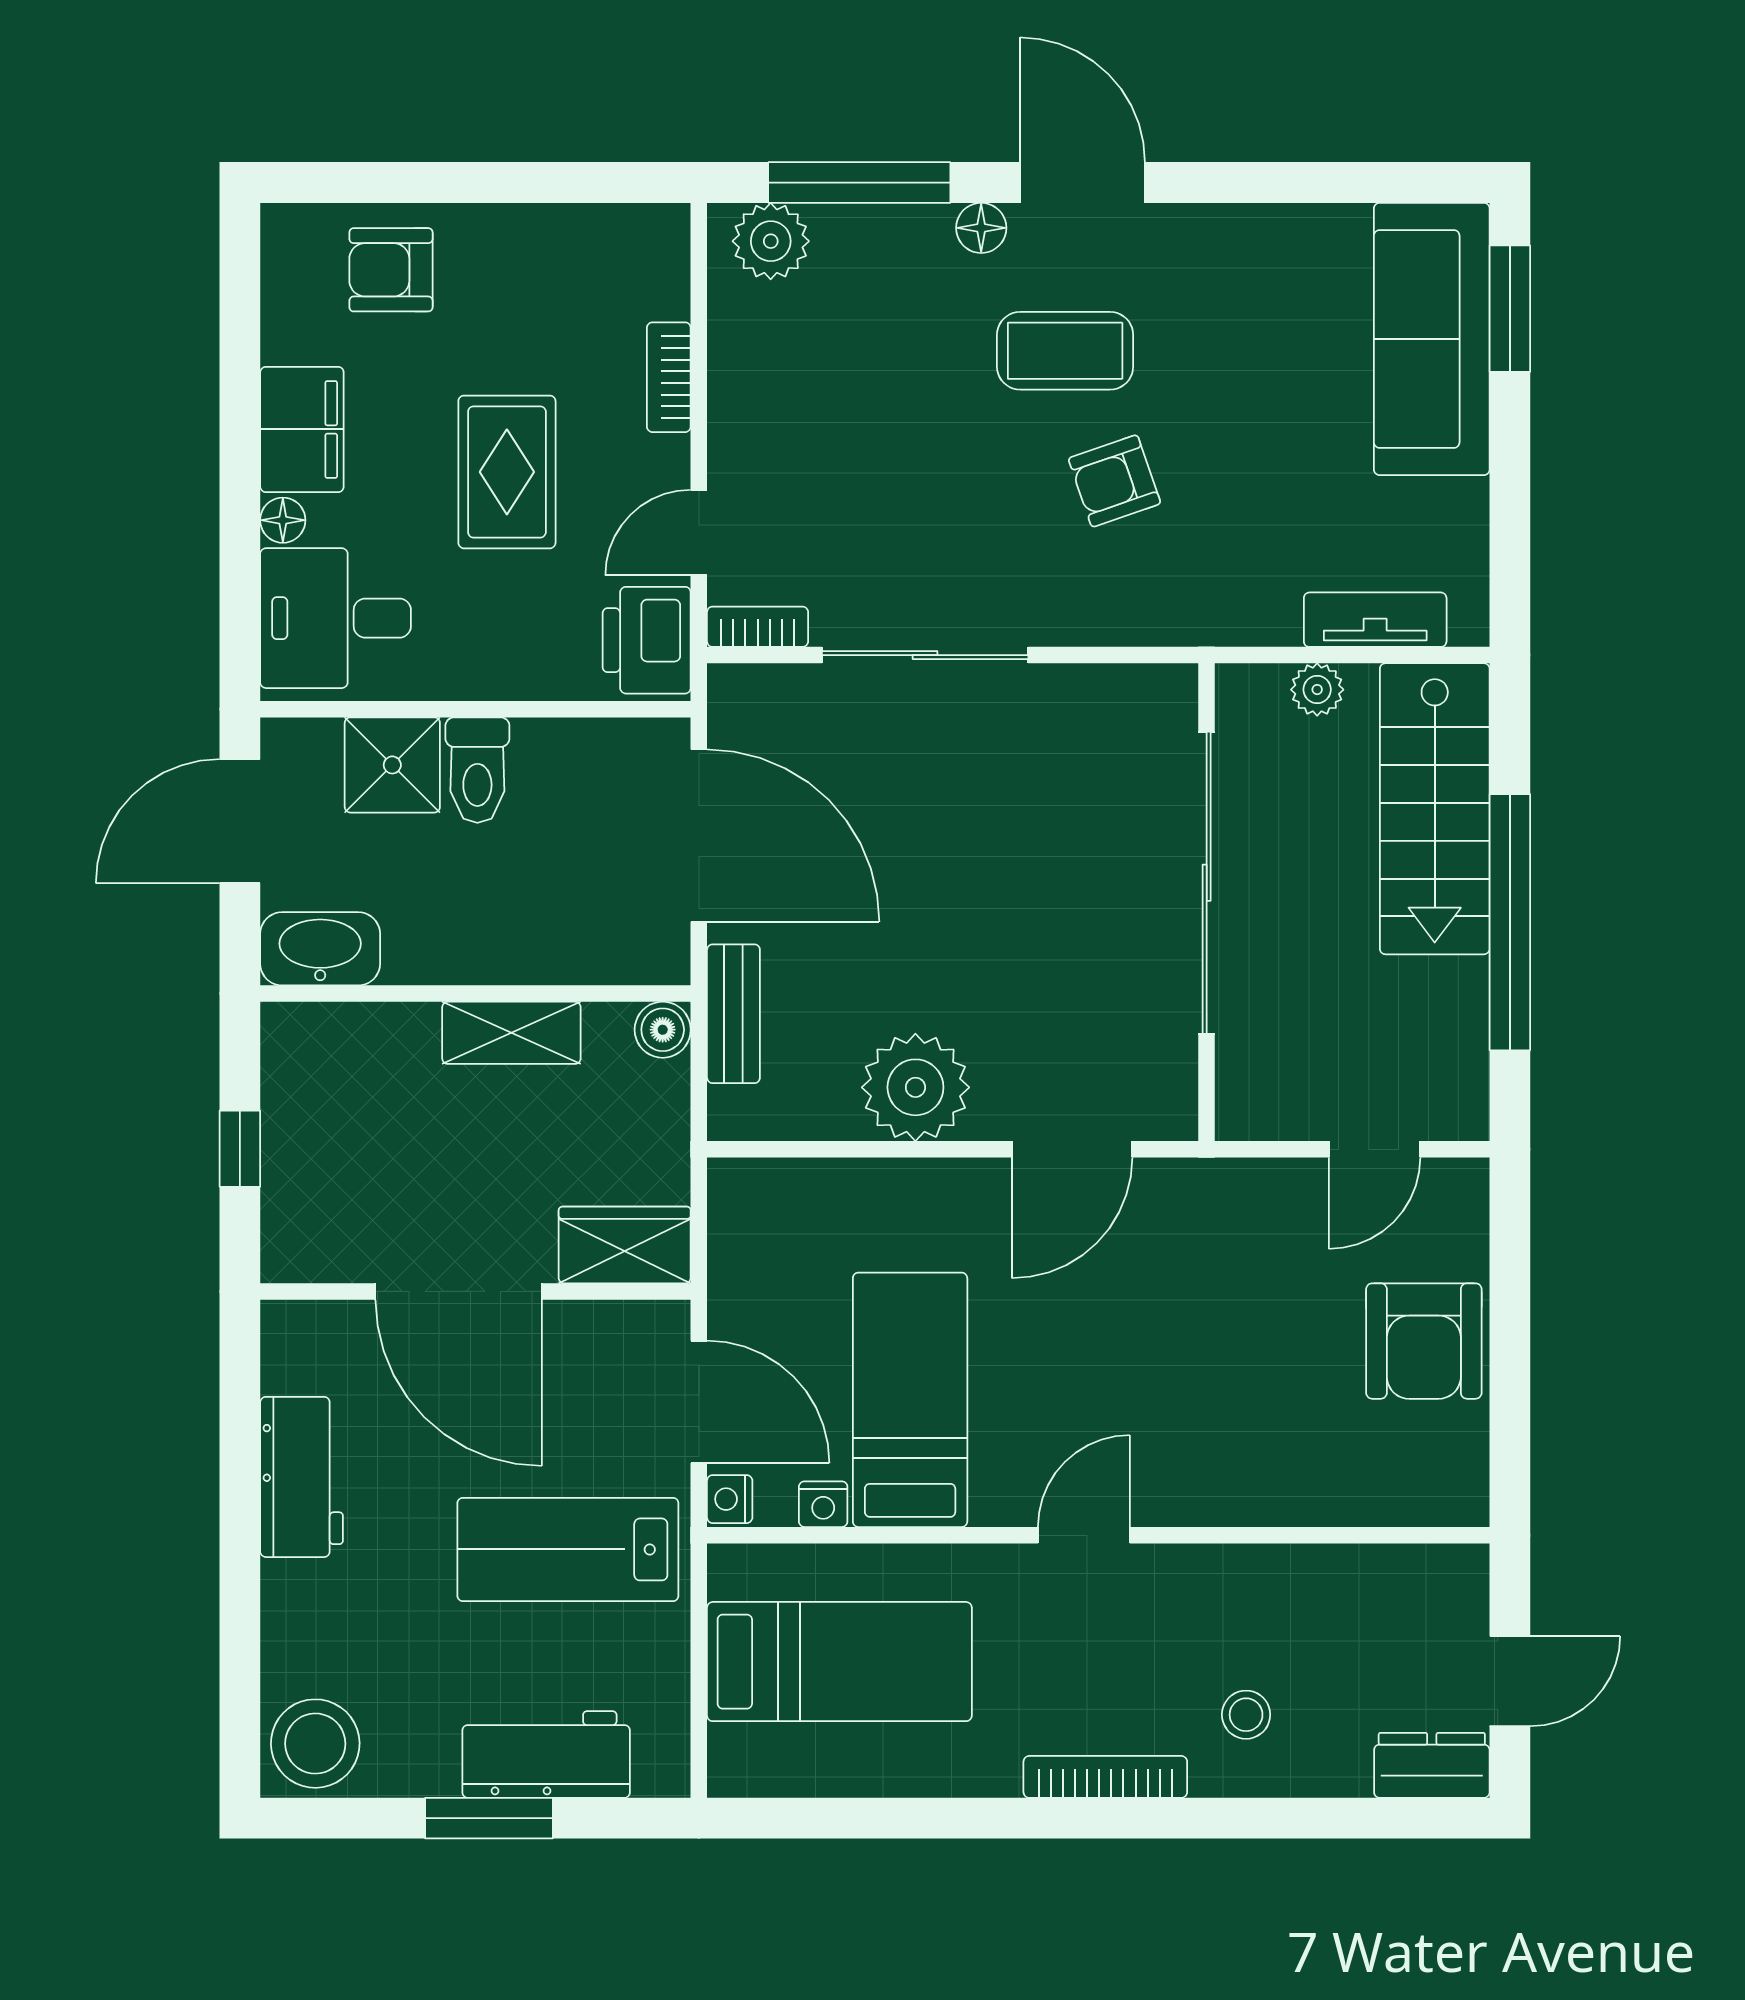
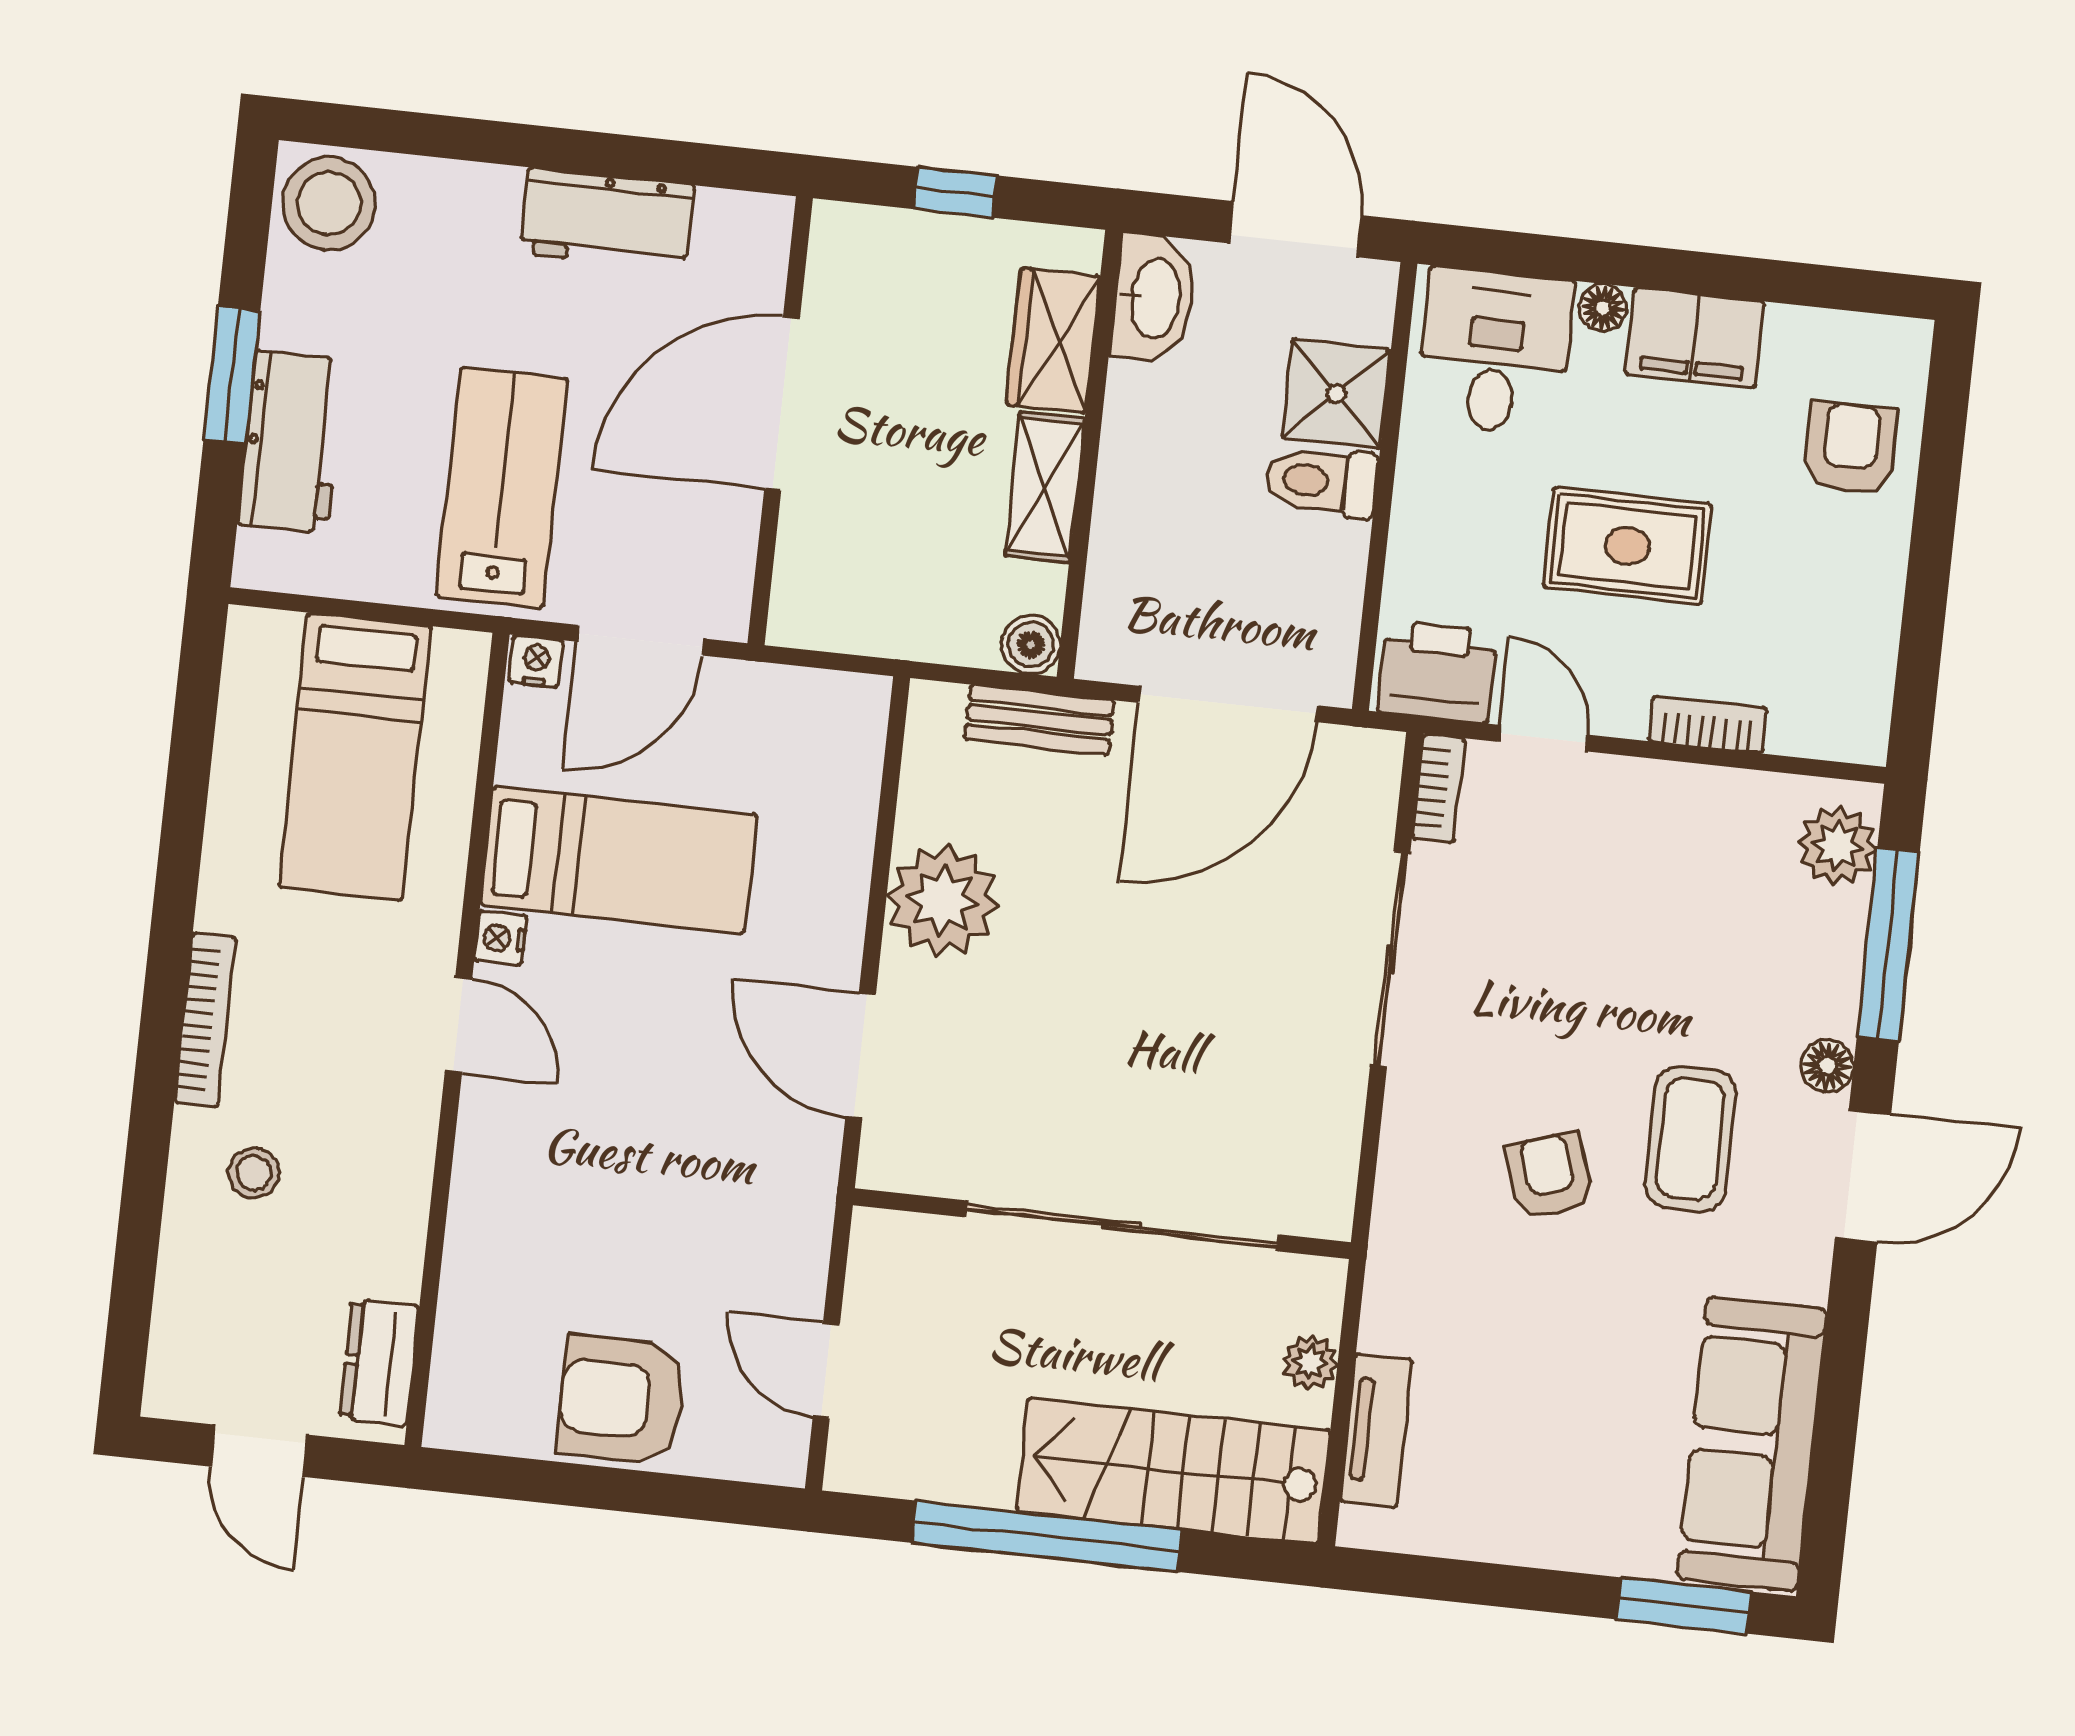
sofa: (1432, 339) -> (1752, 1444), moved, turned -90
wardrobe: (625, 1245) -> (1053, 340), moved, turned 180
nightstand: (823, 1504) -> (501, 938), moved
dresser: (1432, 1765) -> (379, 1362), moved, turned 180

